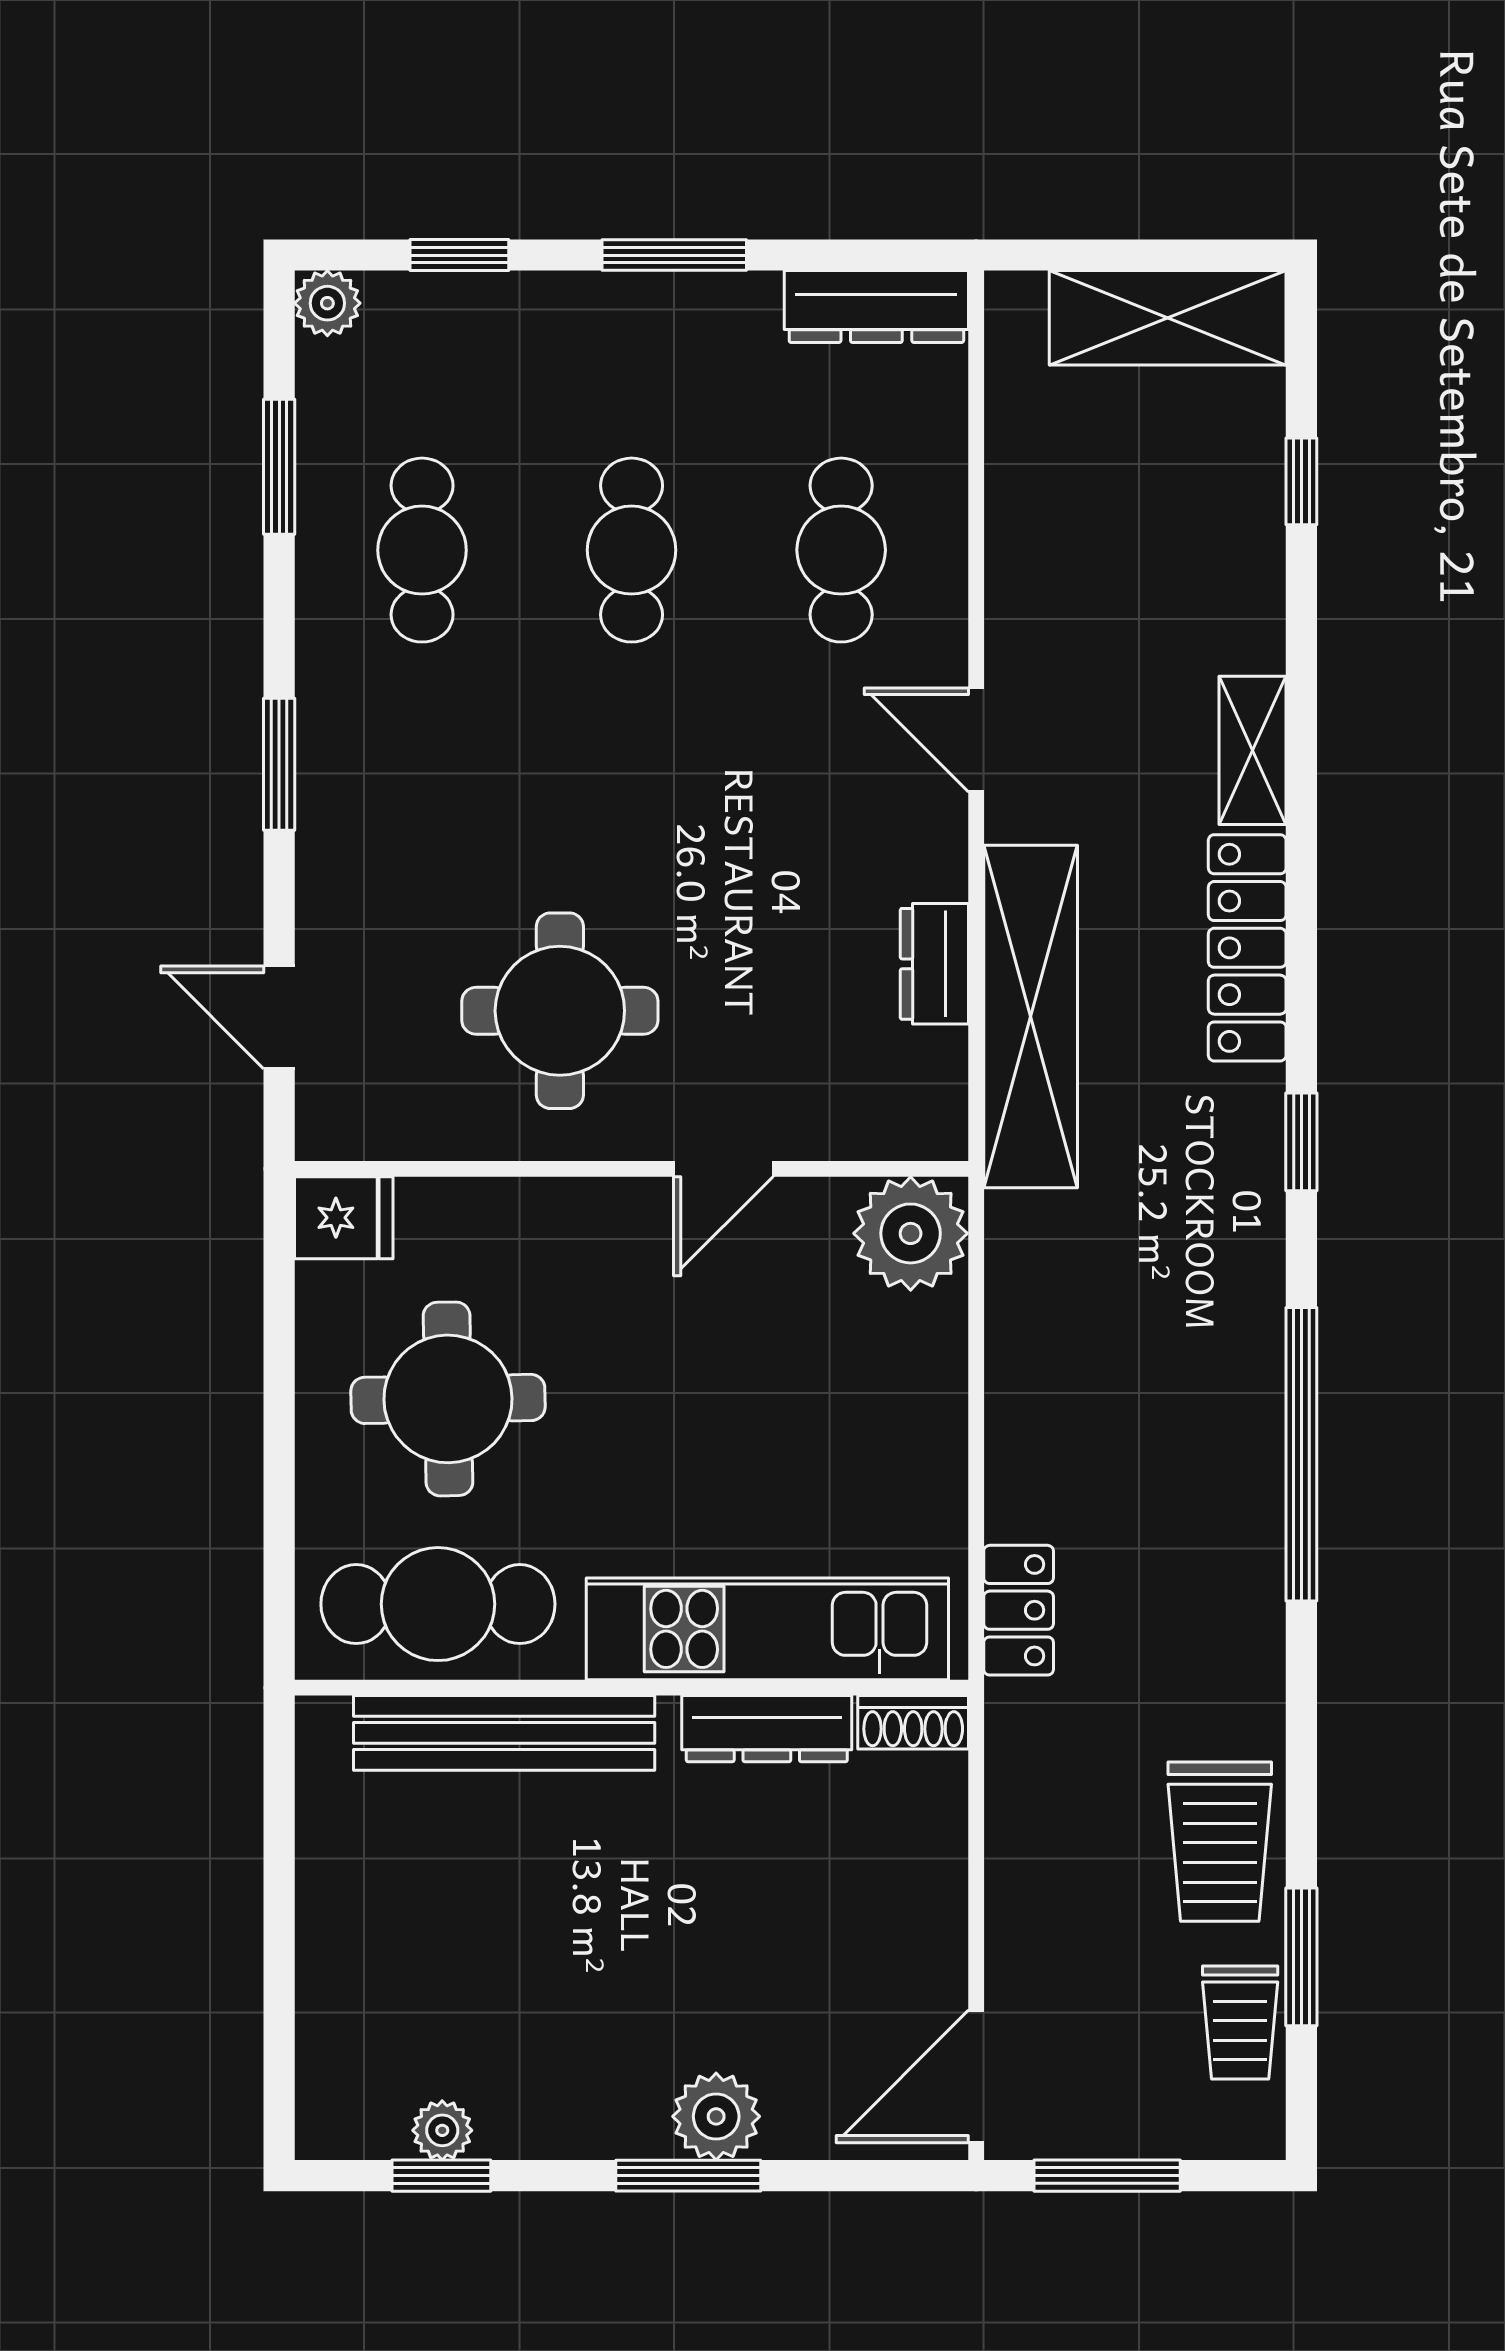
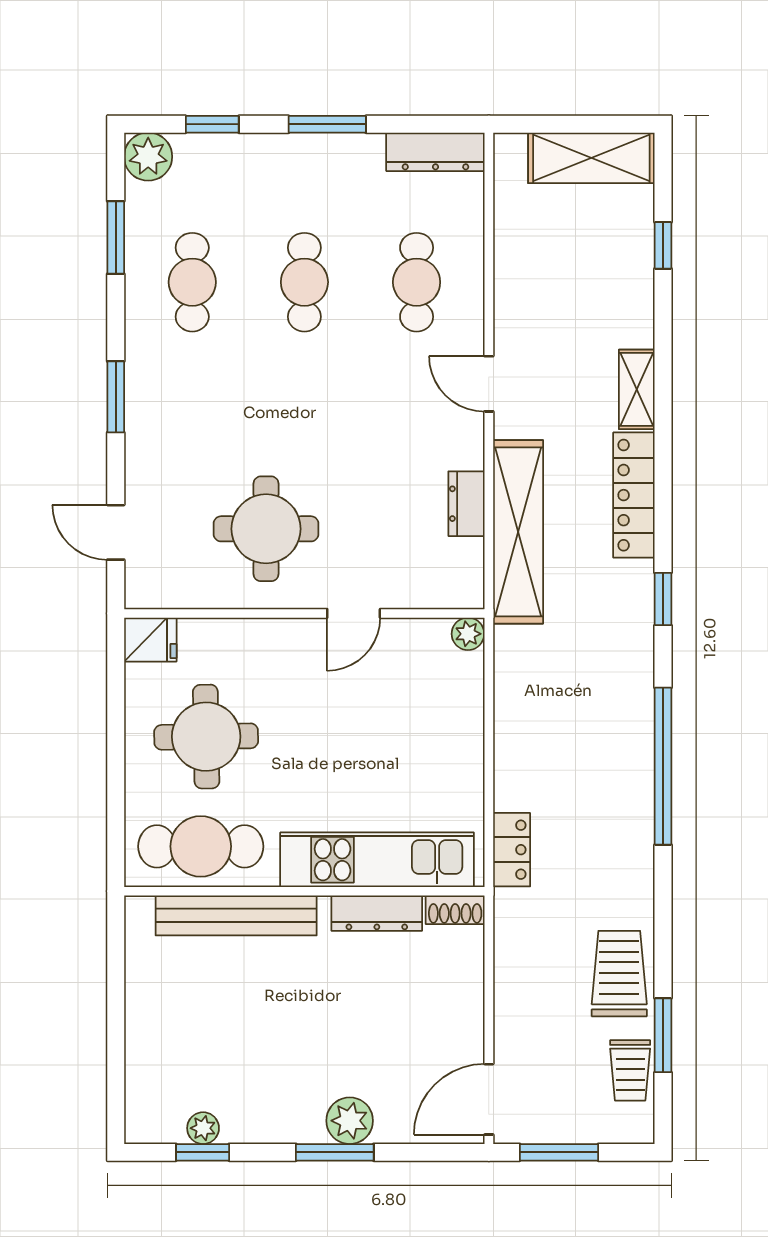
plant: (327, 303) -> (148, 157), width x1.38, depth x1.38
plant: (911, 1233) -> (468, 634), width x0.53, depth x0.53
trolley: (1220, 1842) -> (619, 974), turned 180

